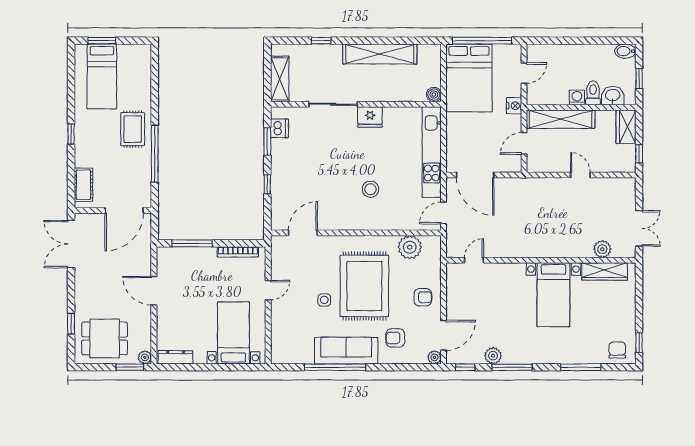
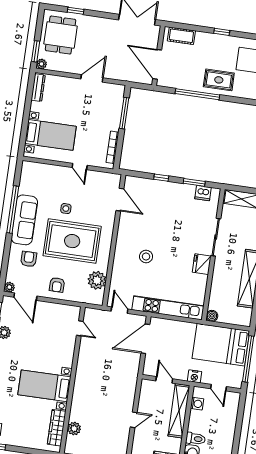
washing machine: (577, 97) -> (197, 404), moved

